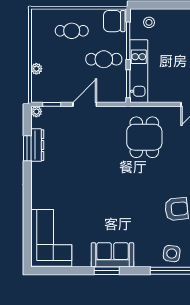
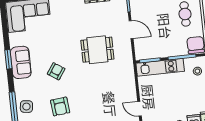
cafe table: (104, 59) -> (166, 40), removed
dining table: (144, 137) -> (97, 50), moved
armchair: (129, 209) -> (56, 71), added

